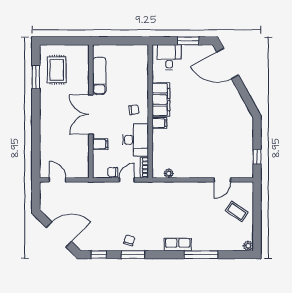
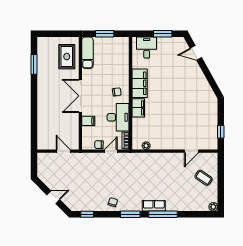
window: (120, 41) -> (105, 34), added
door: (228, 63) -> (196, 53), width x0.53
rug: (57, 70) -> (67, 57), moved
exam couch: (99, 76) -> (87, 53), moved
filing cabinet: (159, 123) -> (138, 108), width x2.00
door: (58, 180) -> (63, 151), moved
door: (59, 235) -> (53, 197), width x0.53
window: (133, 255) -> (130, 214), moved
window: (201, 255) -> (163, 214), moved

